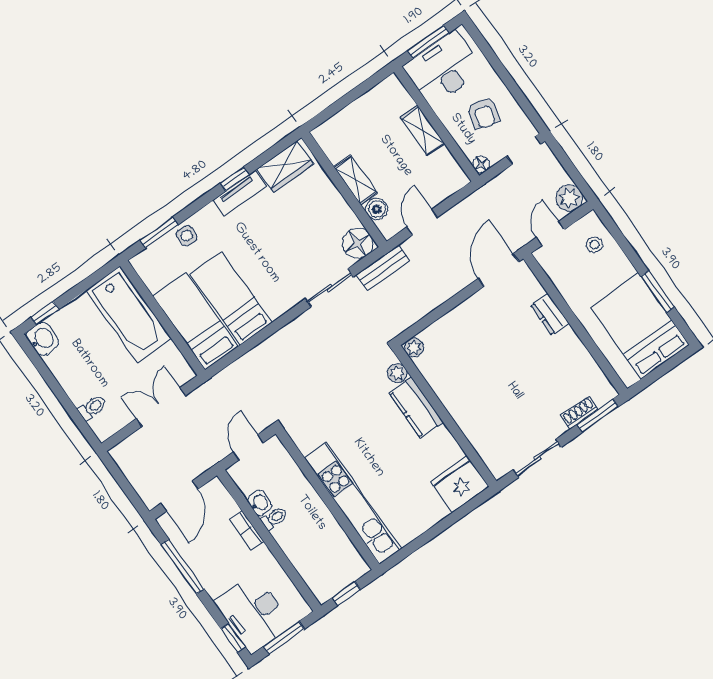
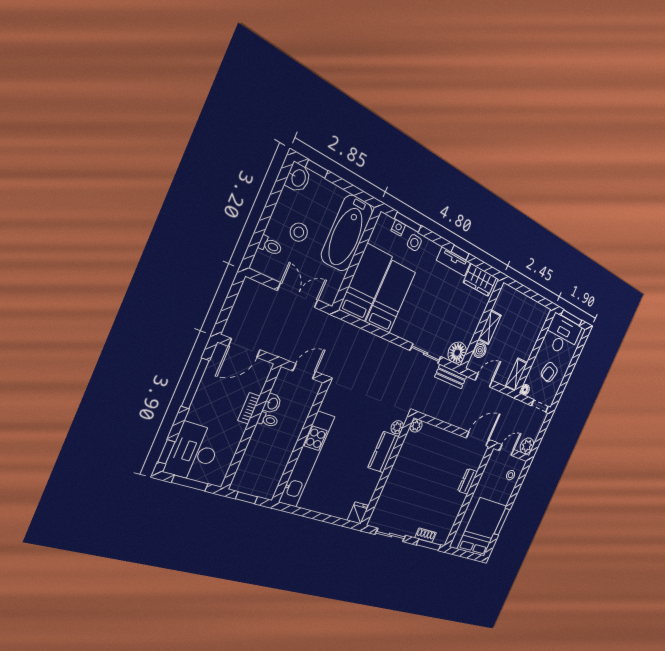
shelving: (422, 130) -> (516, 375), moved
nightstand: (158, 248) -> (398, 228), added
stool: (96, 369) -> (299, 232), added
fridge: (460, 484) -> (358, 513), width x0.53, depth x0.75

